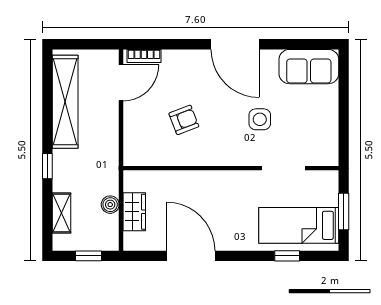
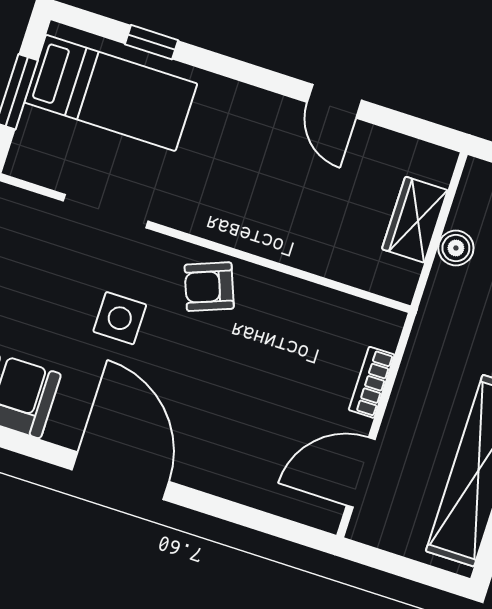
bookcase: (144, 56) -> (372, 382), moved, turned -90
armchair: (184, 120) -> (209, 287), moved
door: (191, 256) -> (334, 101), width x0.53

